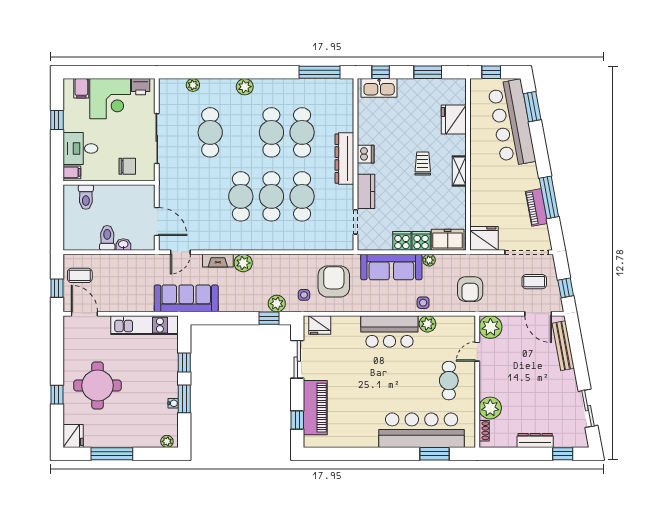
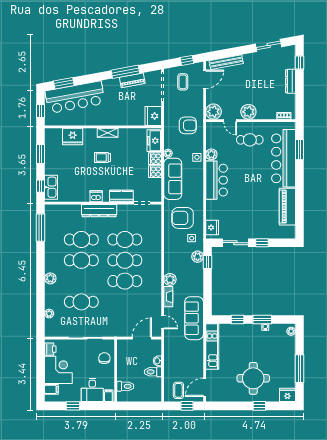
piano: (315, 408) -> (287, 207), moved, turned -90
plant: (490, 408) -> (248, 112), moved
window: (297, 420) -> (262, 243), moved

